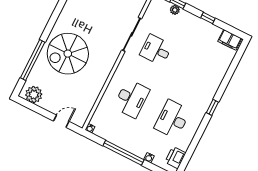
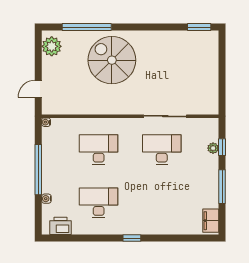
window: (208, 18) -> (222, 187), width x2.17
desk: (156, 50) -> (162, 150), width x1.37
desk: (131, 99) -> (99, 150), turned 180
door: (61, 121) -> (38, 89), swing flipped

